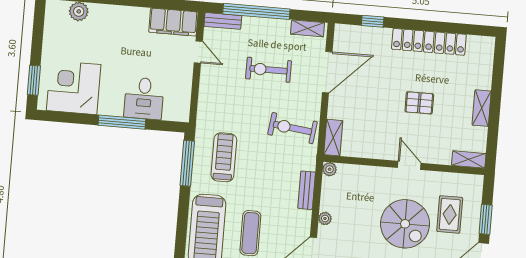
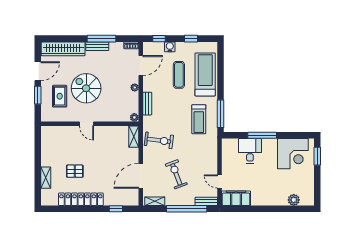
exercise bike: (268, 70) -> (176, 174), turned -111
pallet: (419, 103) -> (75, 171), moved
shelving: (482, 108) -> (46, 178), moved
shelving: (469, 159) -> (51, 130), removed

